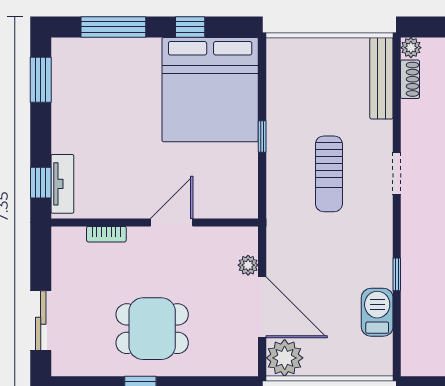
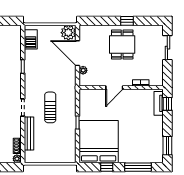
bench: (381, 78) -> (29, 133), moved
barbecue: (377, 312) -> (31, 39), moved
dining table: (152, 329) -> (122, 44), turned 90

